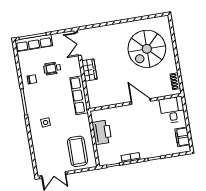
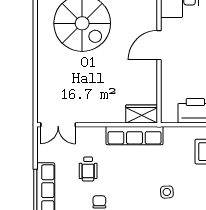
wardrobe: (89, 70) -> (142, 114), moved

